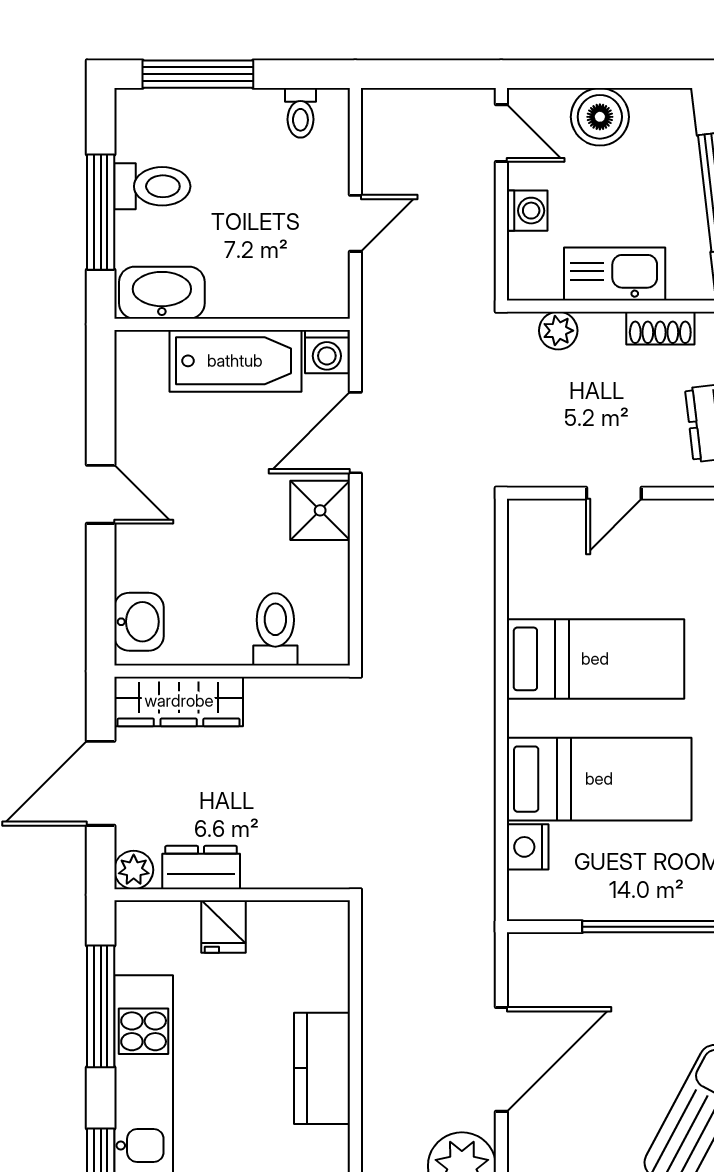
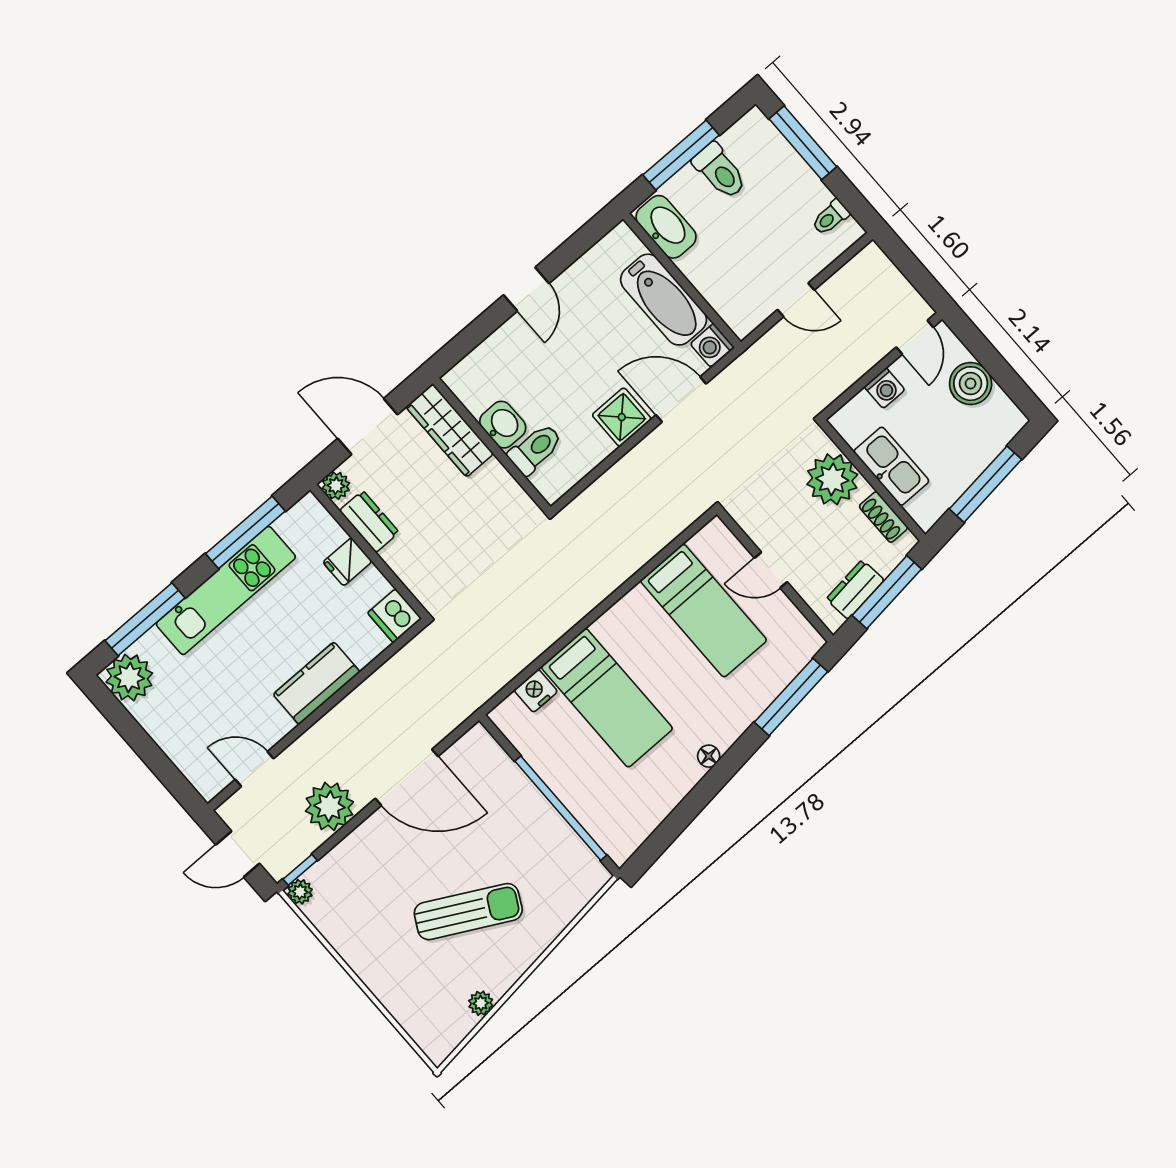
plant: (558, 331) -> (832, 479), width x1.88, depth x1.88
washbasin: (139, 622) -> (503, 425), moved, turned -90
bed: (595, 659) -> (704, 611), moved
dishwasher: (322, 926) -> (395, 616), added

